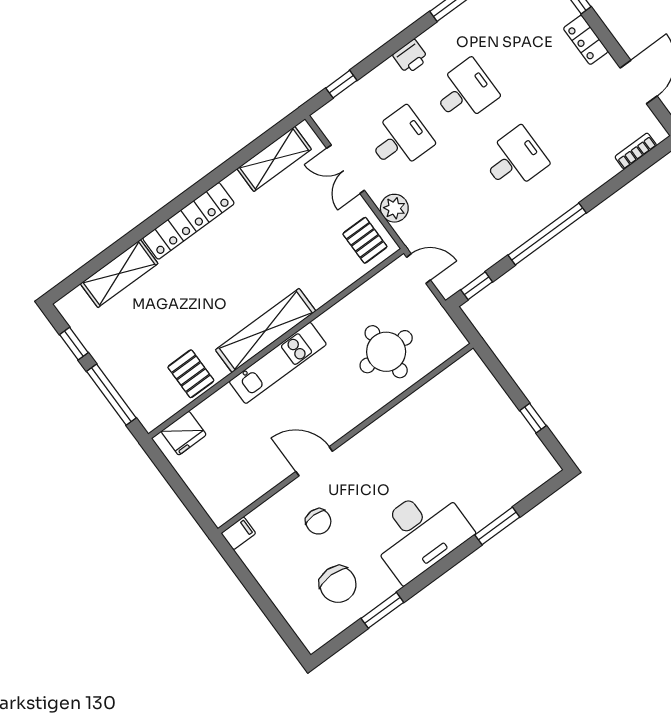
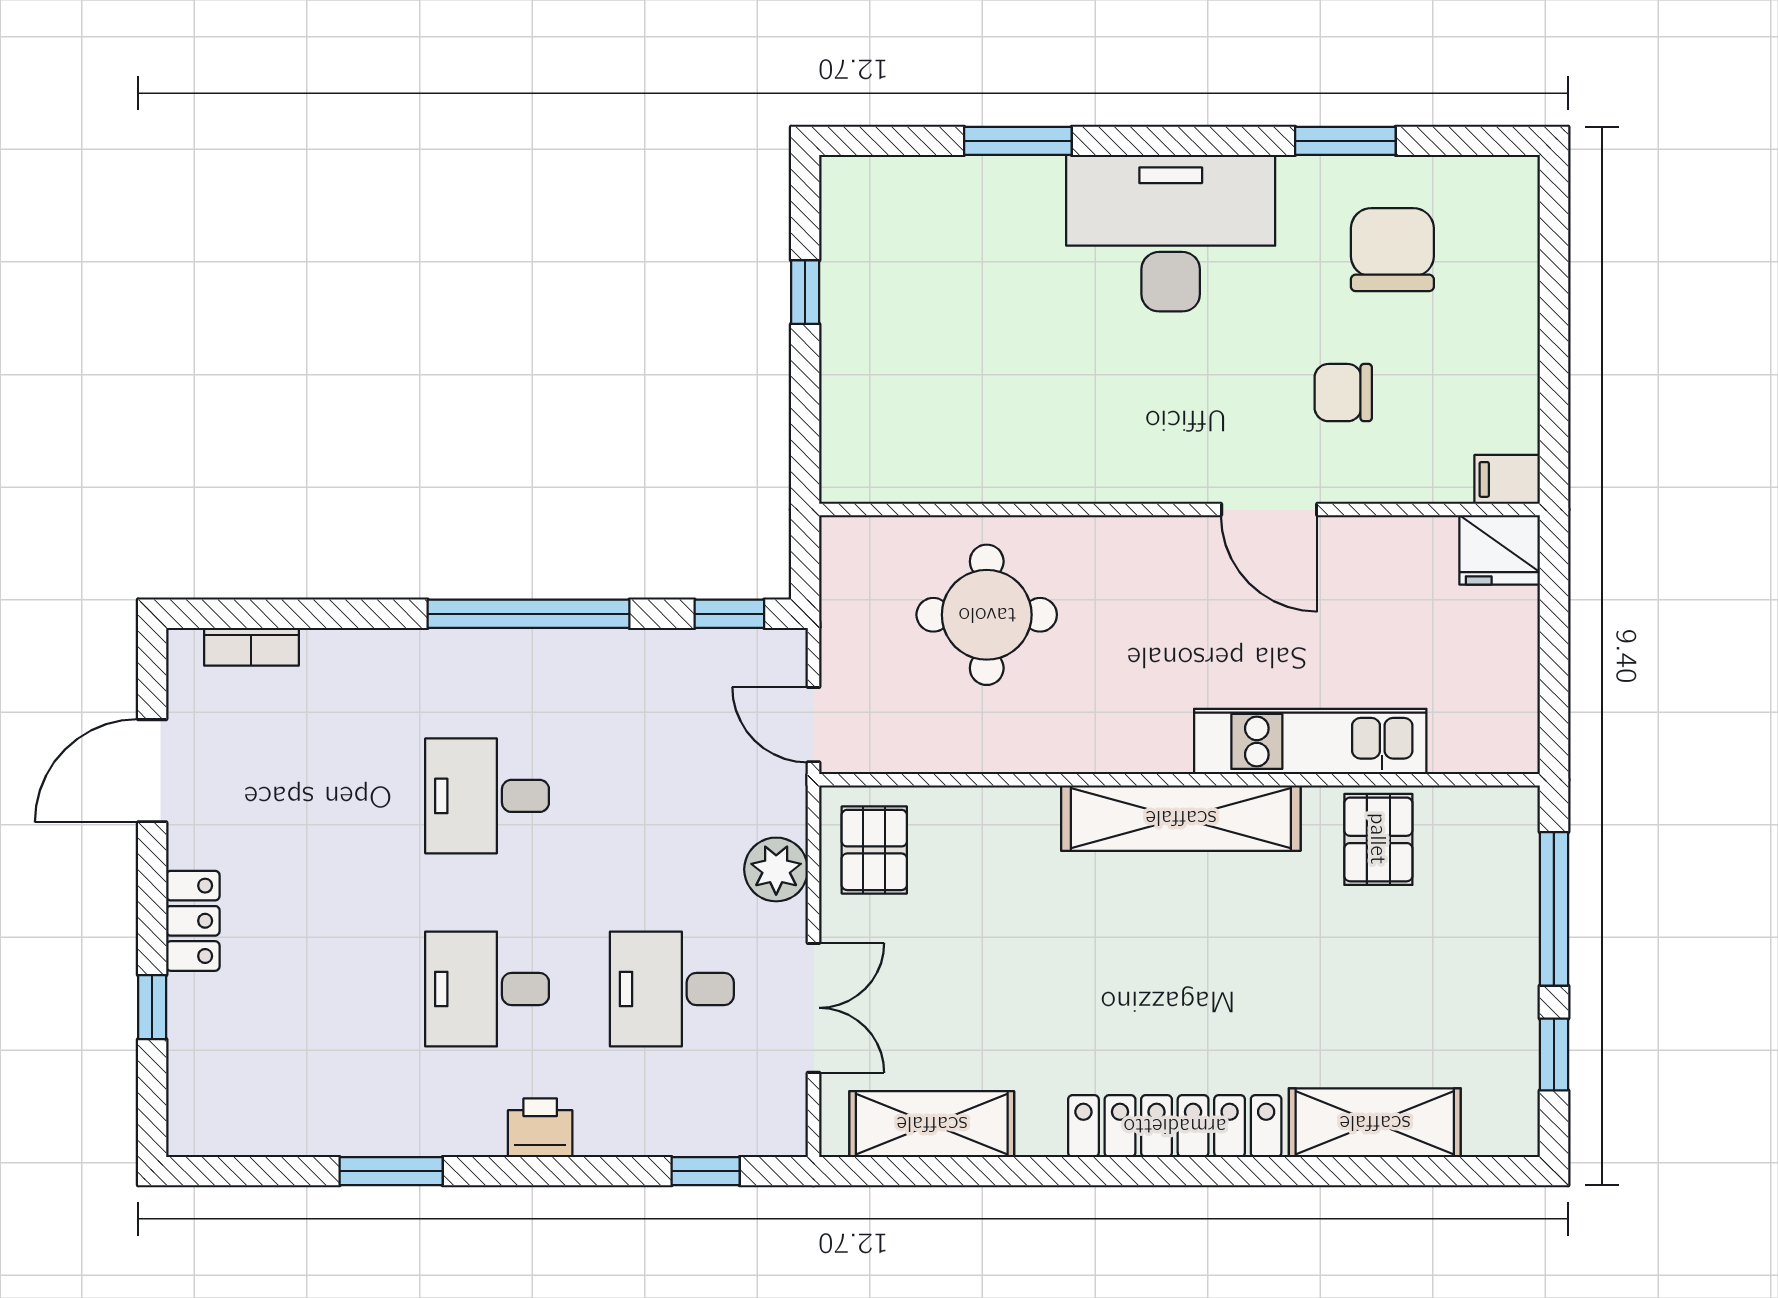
kitchen unit: (278, 363) -> (1310, 741), moved
fridge: (184, 433) -> (1500, 550), moved, turned 180
chair: (318, 521) -> (1343, 393), turned -90

